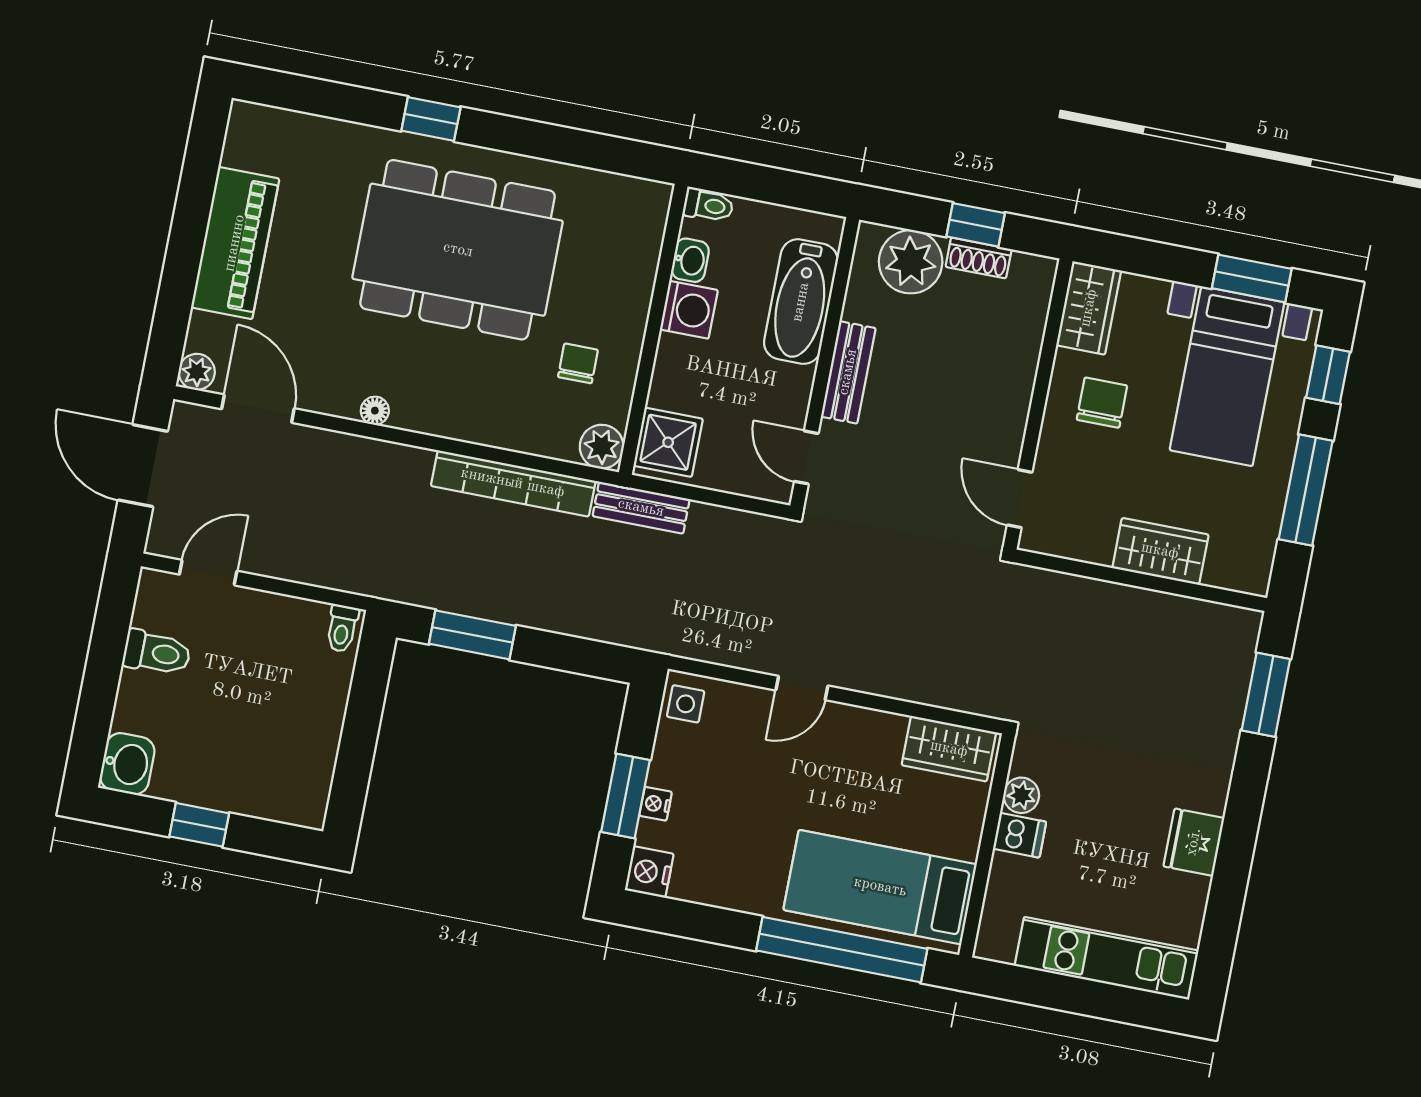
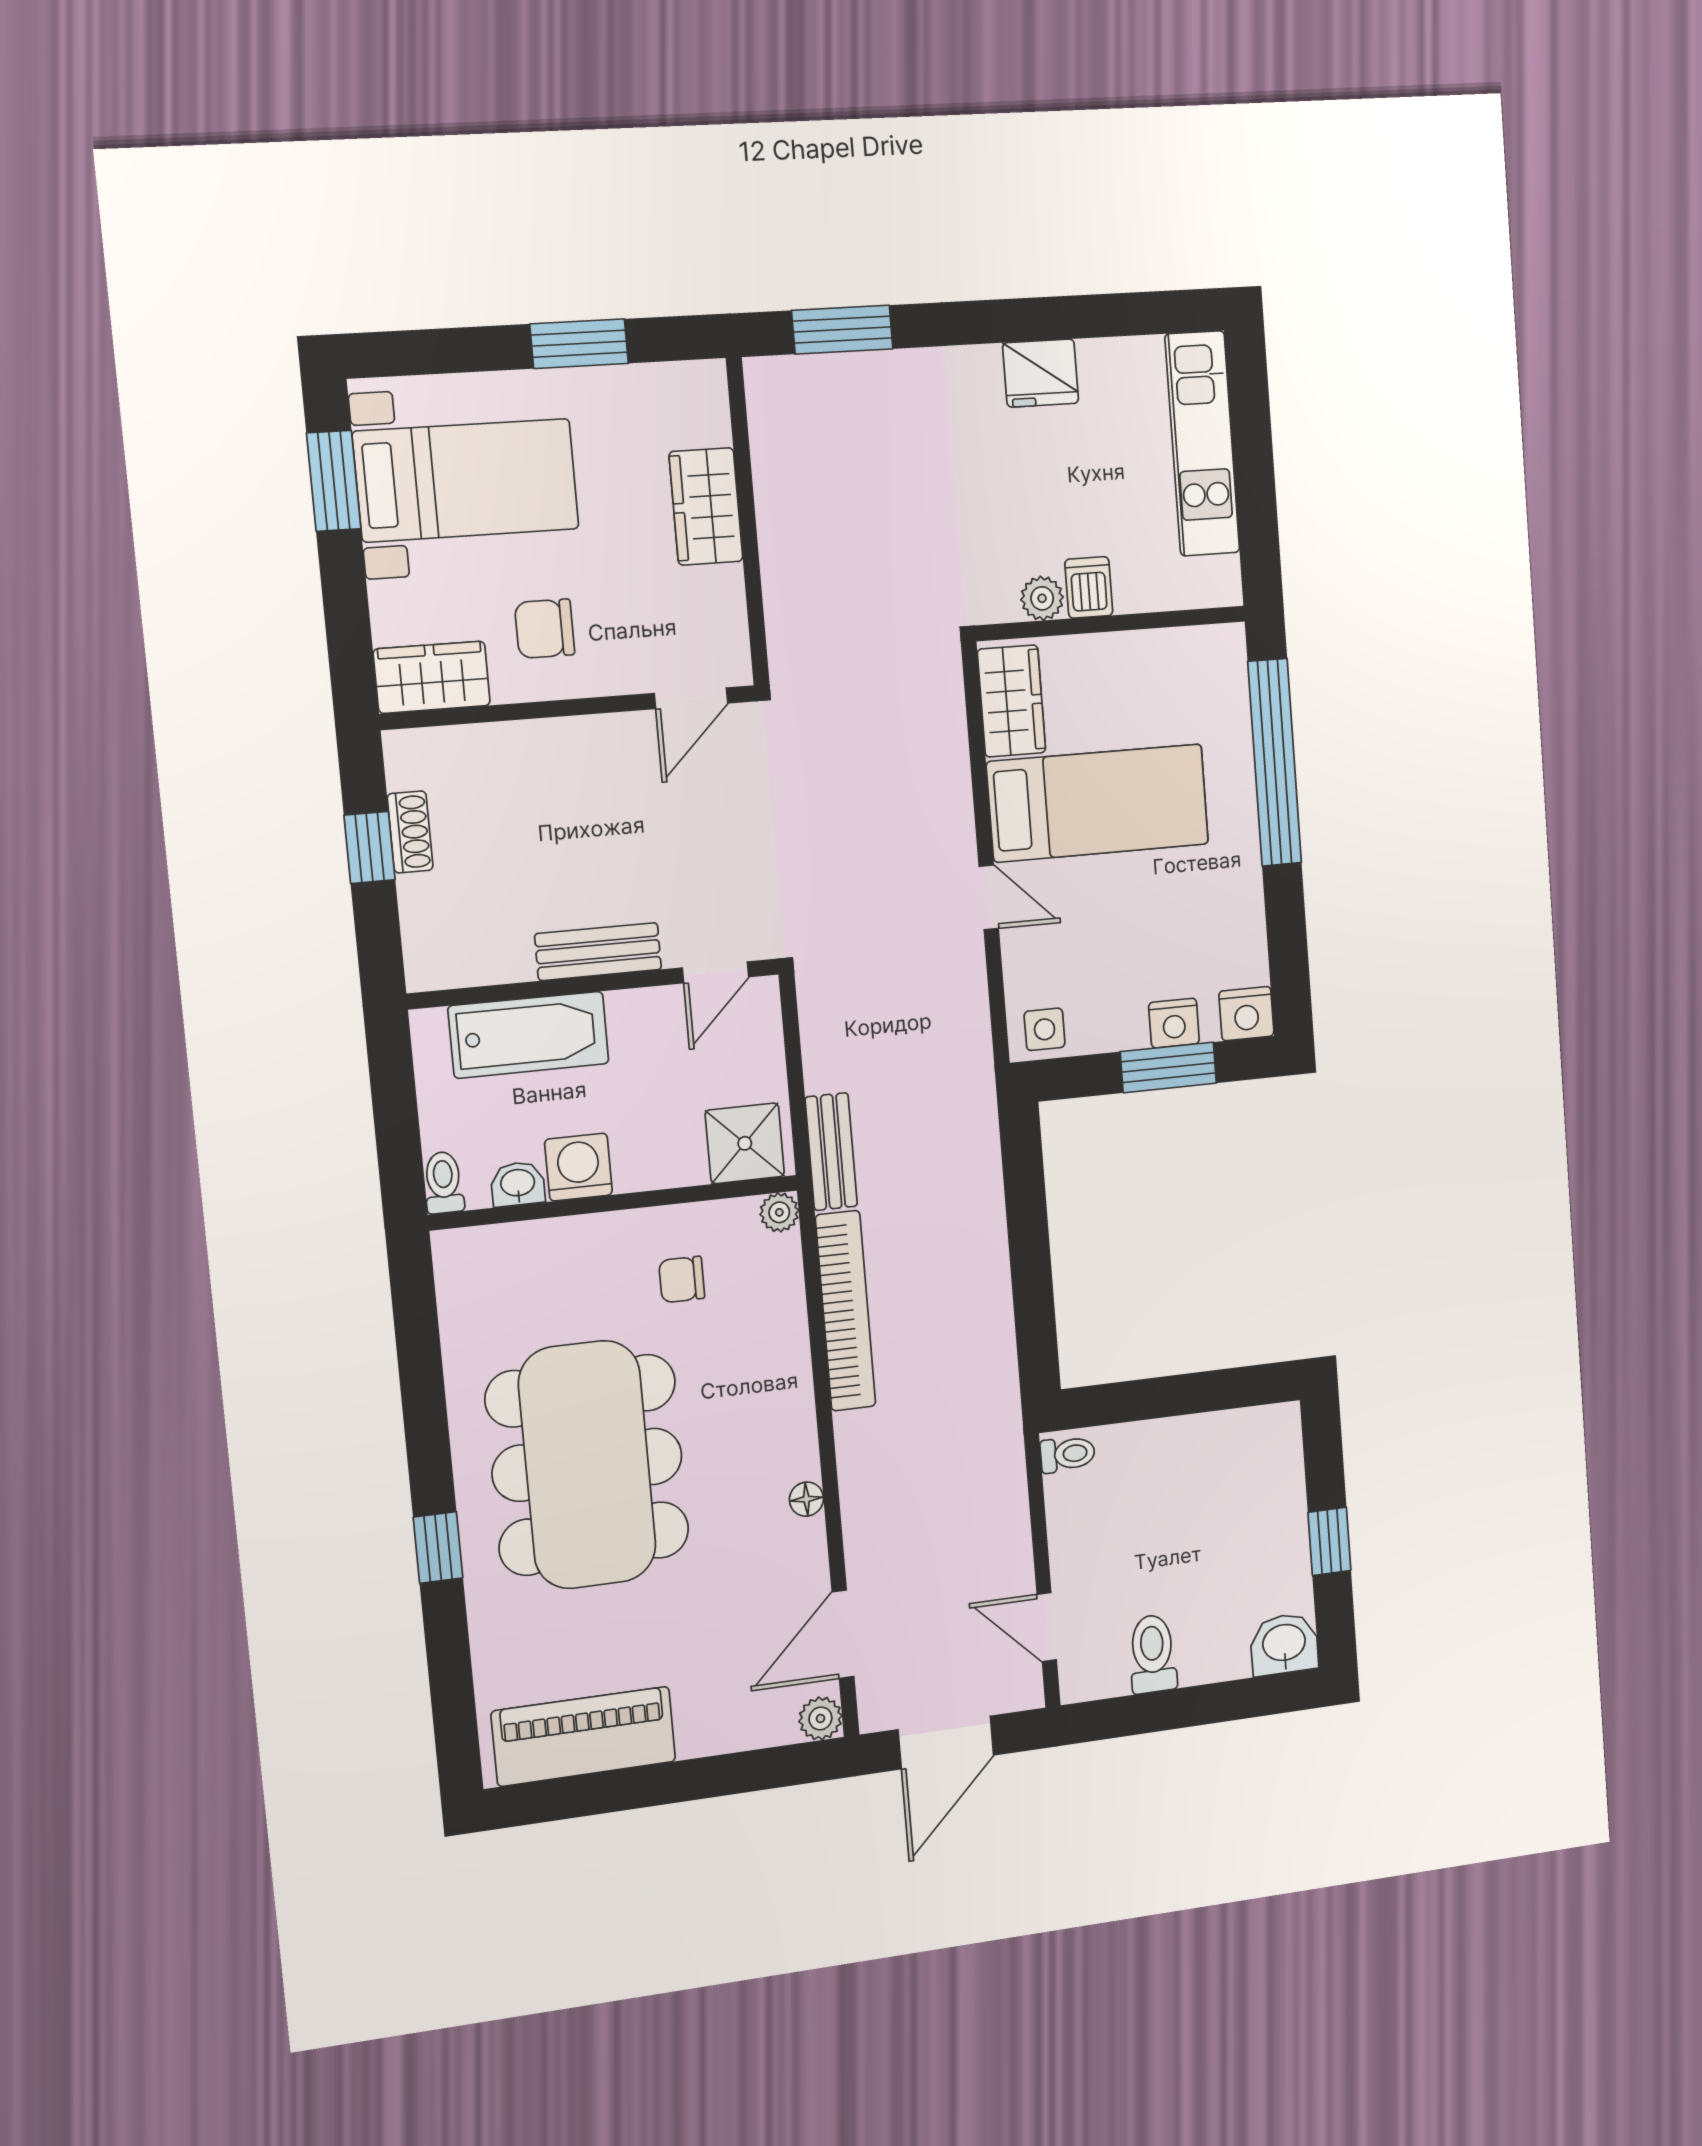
piano: (235, 243) -> (584, 1736), moved
plant: (911, 262) -> (440, 915), removed
window: (1328, 375) -> (427, 352), removed
plant: (602, 447) -> (779, 1212), width x0.73, depth x0.73
window: (1306, 490) -> (579, 344), width x0.69
window: (472, 635) -> (1034, 1302), removed
nightstand: (656, 804) -> (1174, 1023), width x1.39, depth x1.35
bed: (880, 887) -> (1098, 803), moved, turned -90

